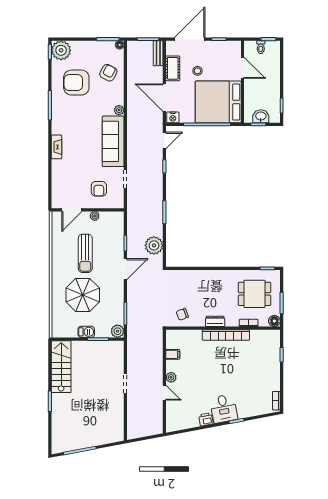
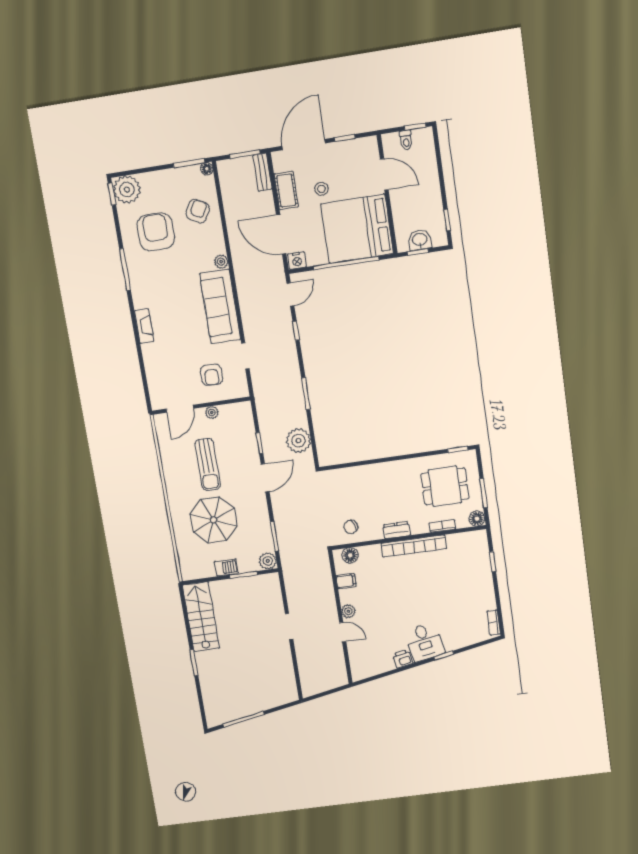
armchair: (76, 83) -> (156, 232), turned 90
floor lamp: (179, 335) -> (350, 555), added

